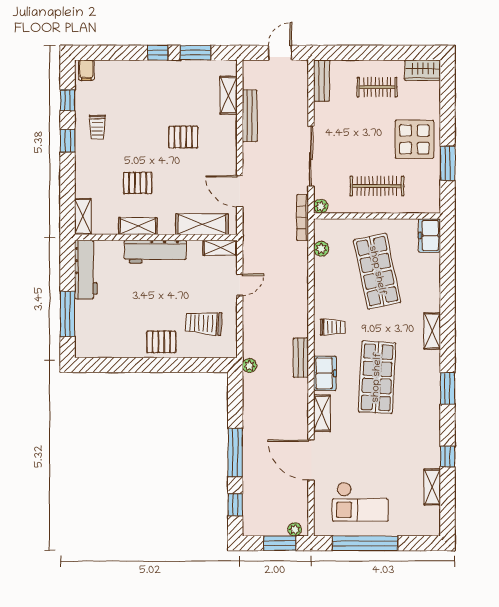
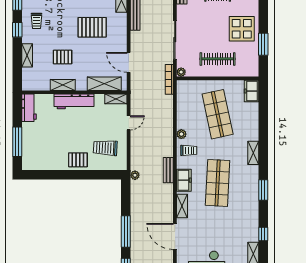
pallet: (183, 137) -> (92, 27), width x1.50, depth x1.42
shelving: (83, 217) -> (27, 55), moved
plant: (321, 249) -> (181, 134), moved
workbench: (86, 270) -> (29, 108), width x0.73

